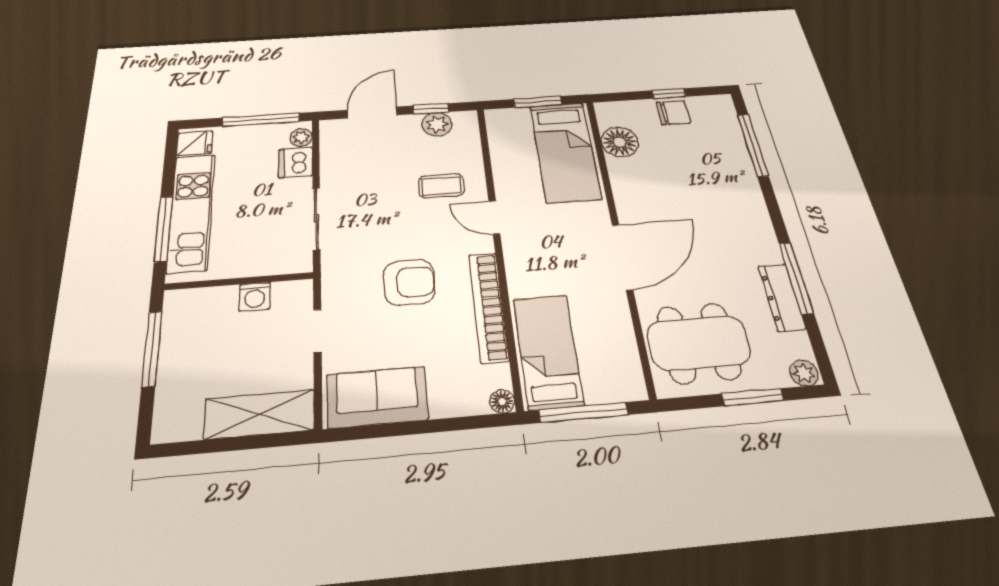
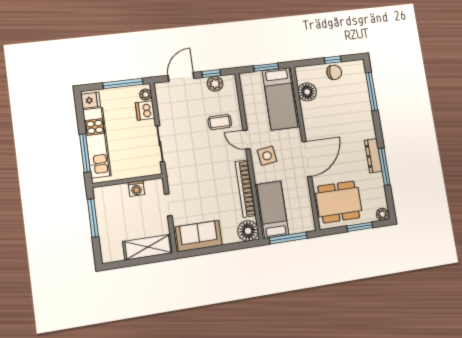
side table: (537, 248) -> (267, 156), added
armchair: (409, 282) -> (208, 177), removed
dresser: (782, 297) -> (373, 156), moved
floor lamp: (502, 401) -> (248, 231), width x1.89, depth x1.89

